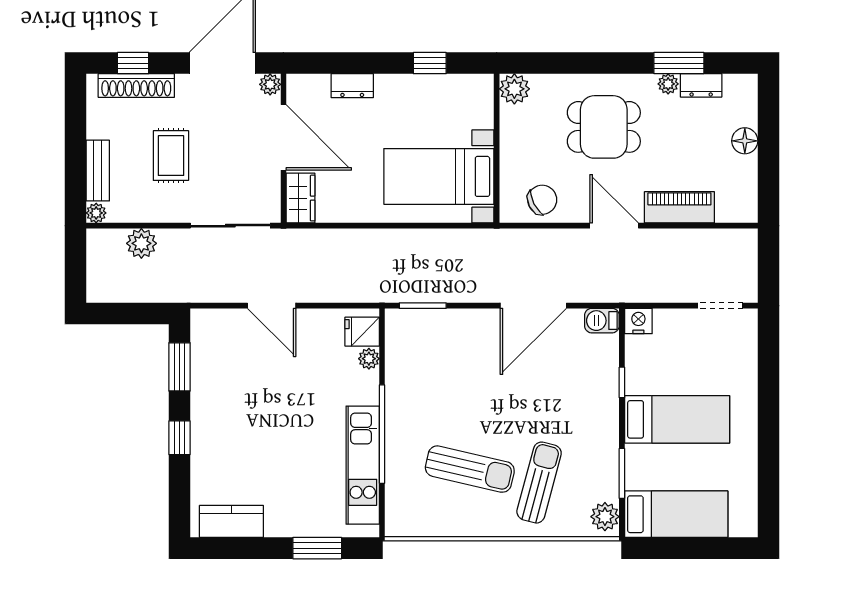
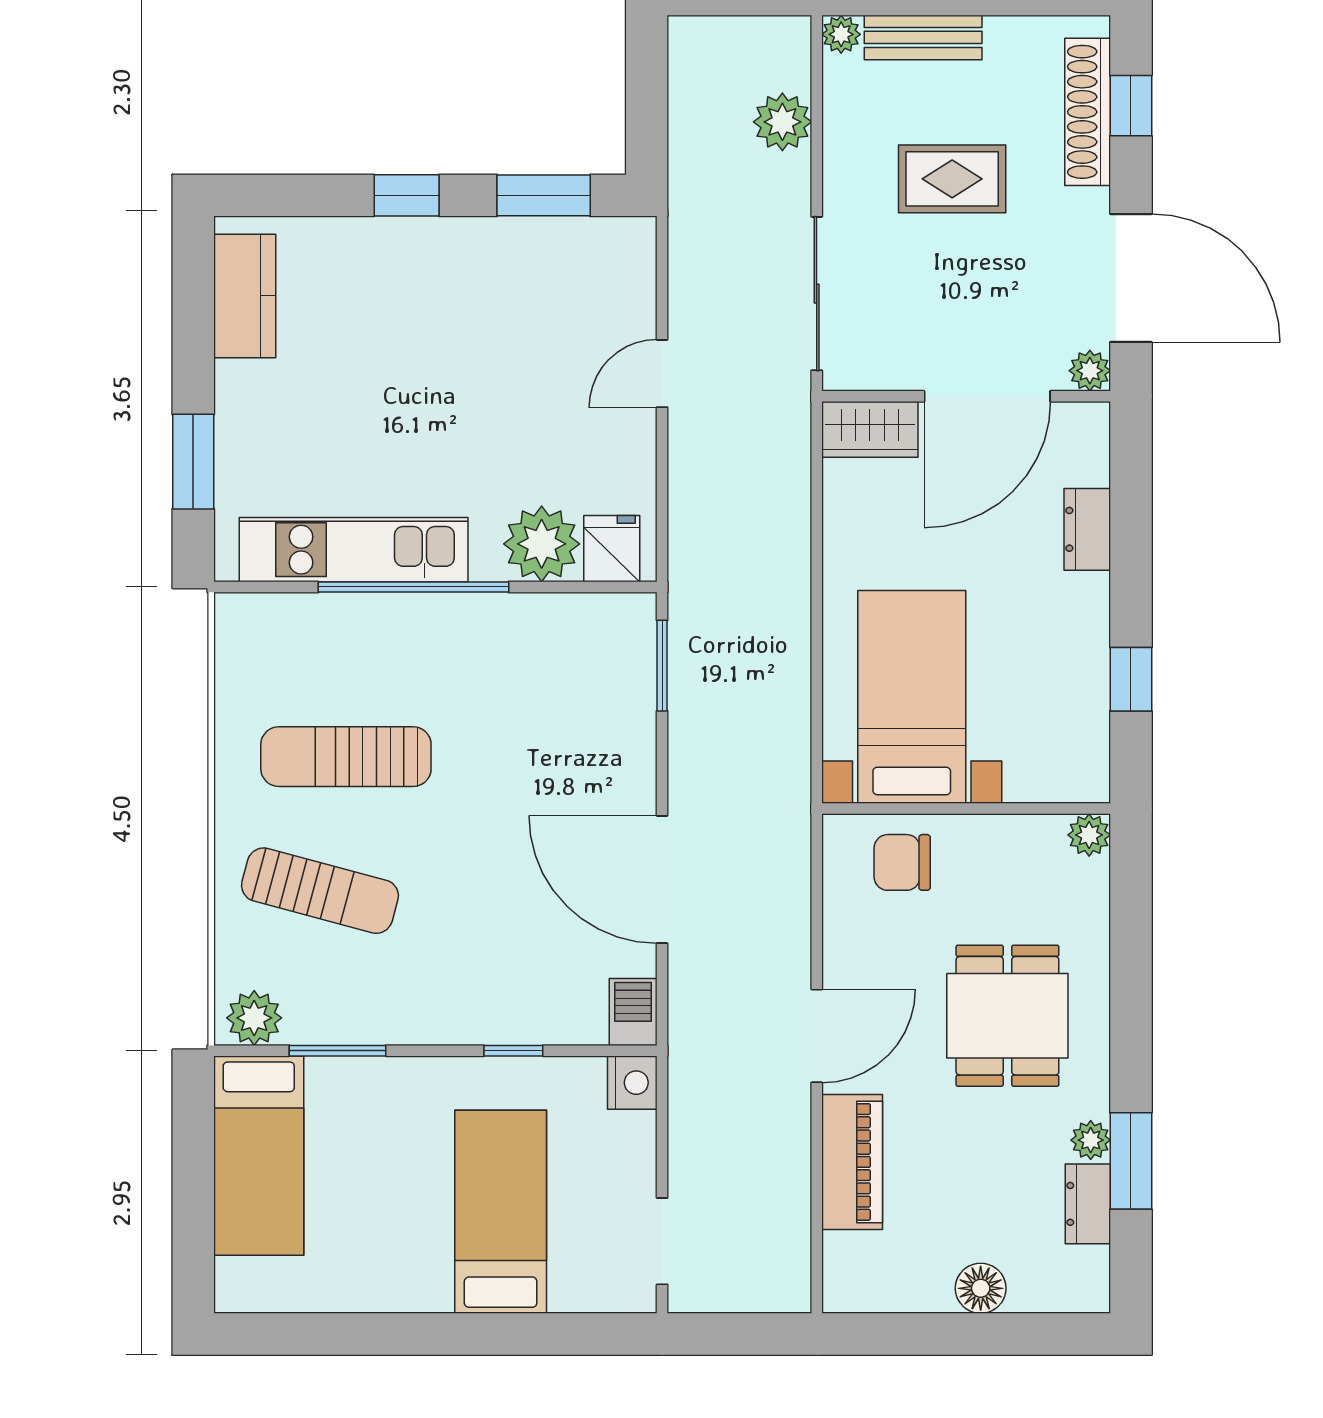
plant: (514, 89) -> (1089, 835), width x0.73, depth x0.73
chair: (542, 200) -> (902, 862), moved, turned 117
door: (272, 306) -> (662, 374), width x0.73
plant: (369, 359) -> (542, 544), width x1.88, depth x1.88
bed: (677, 419) -> (501, 1212), moved, turned 180
sun lounger: (470, 469) -> (346, 757), turned 77

